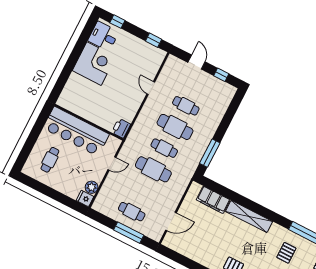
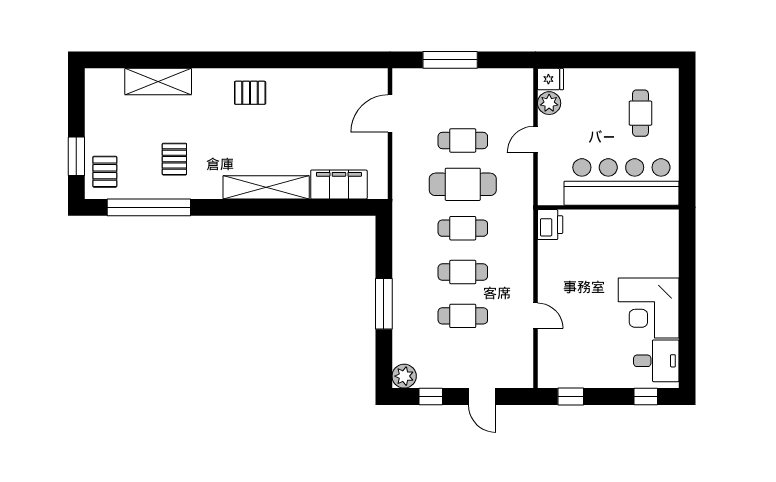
plant: (229, 91) -> (404, 376), added
cafe table: (175, 127) -> (463, 272), width x0.73, depth x0.74
window: (210, 153) -> (384, 304), moved
door: (112, 164) -> (535, 140), moved
cafe table: (132, 212) -> (463, 140), moved

